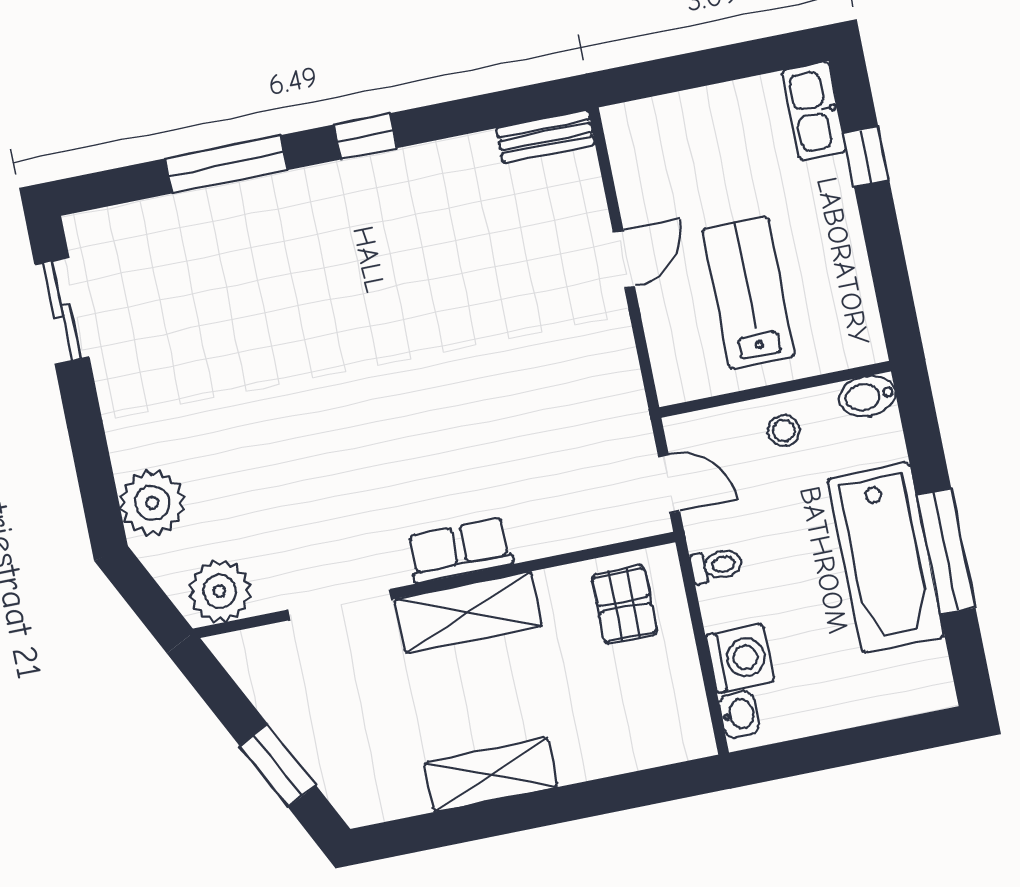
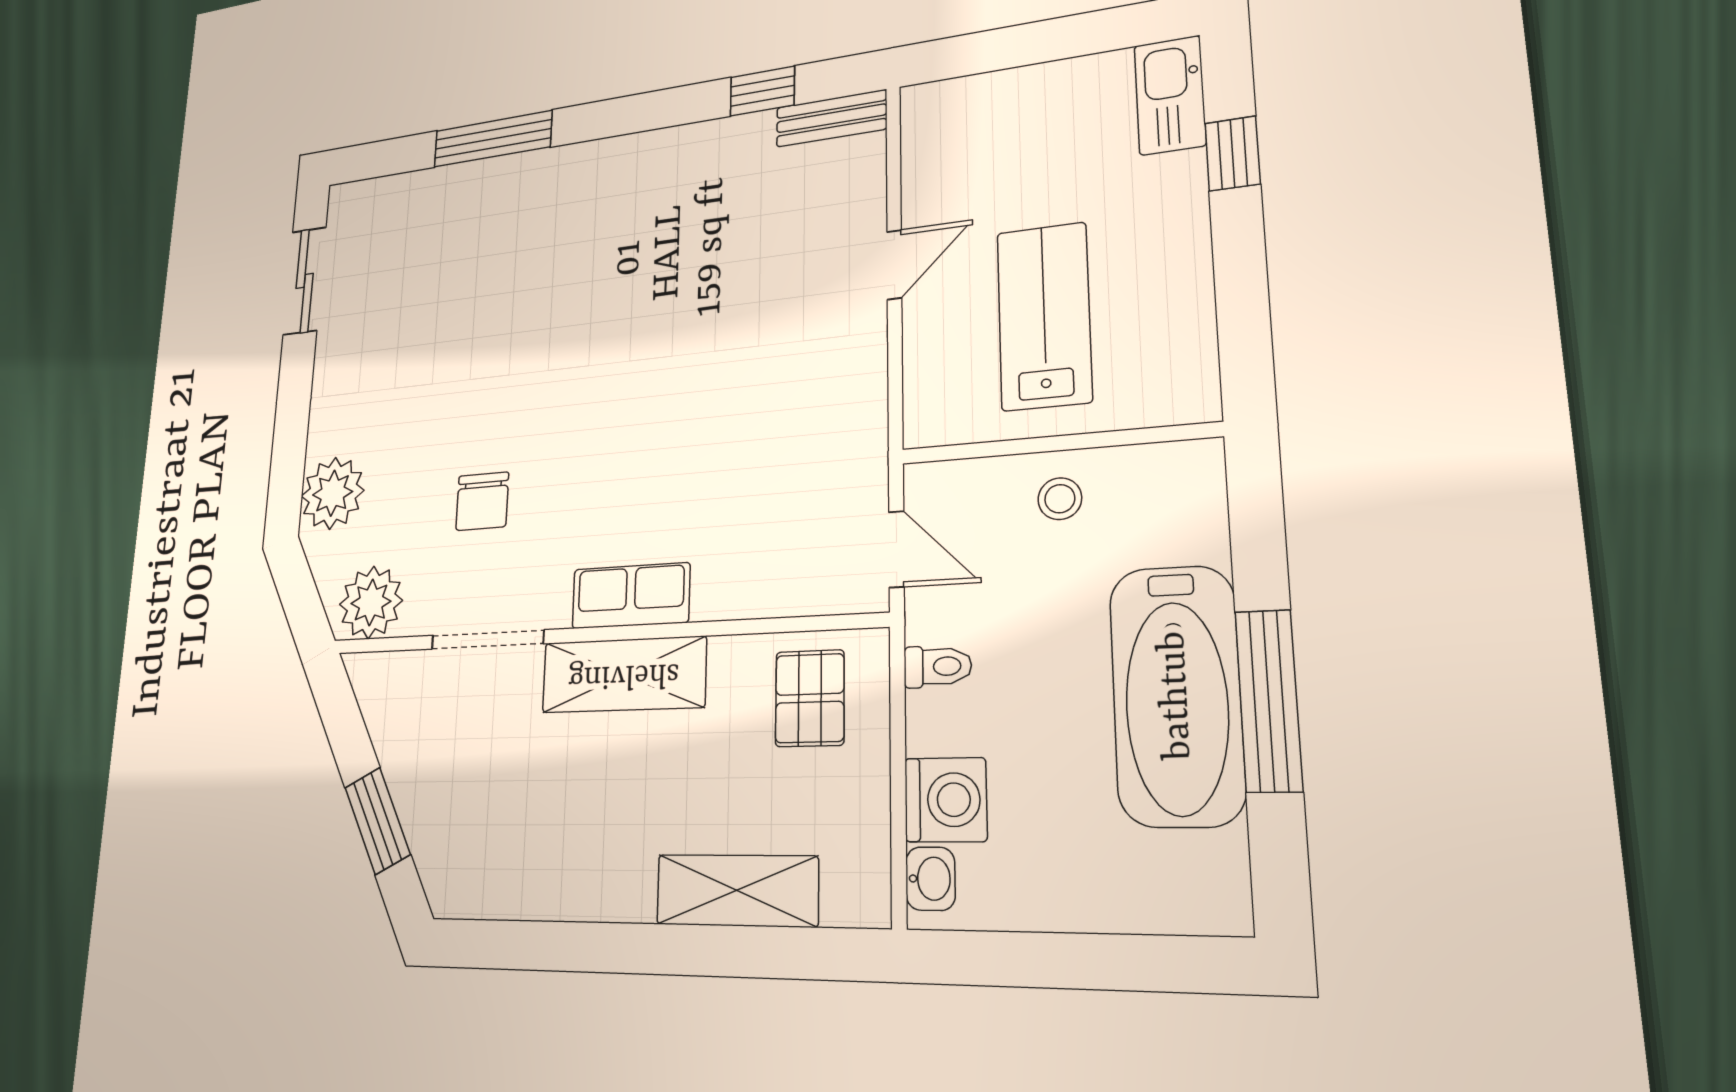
window: (366, 136) -> (762, 91), moved
bidet: (867, 396) -> (1184, 466), removed
chair: (304, 491) -> (482, 501), added
shelving: (491, 775) -> (737, 890), moved

